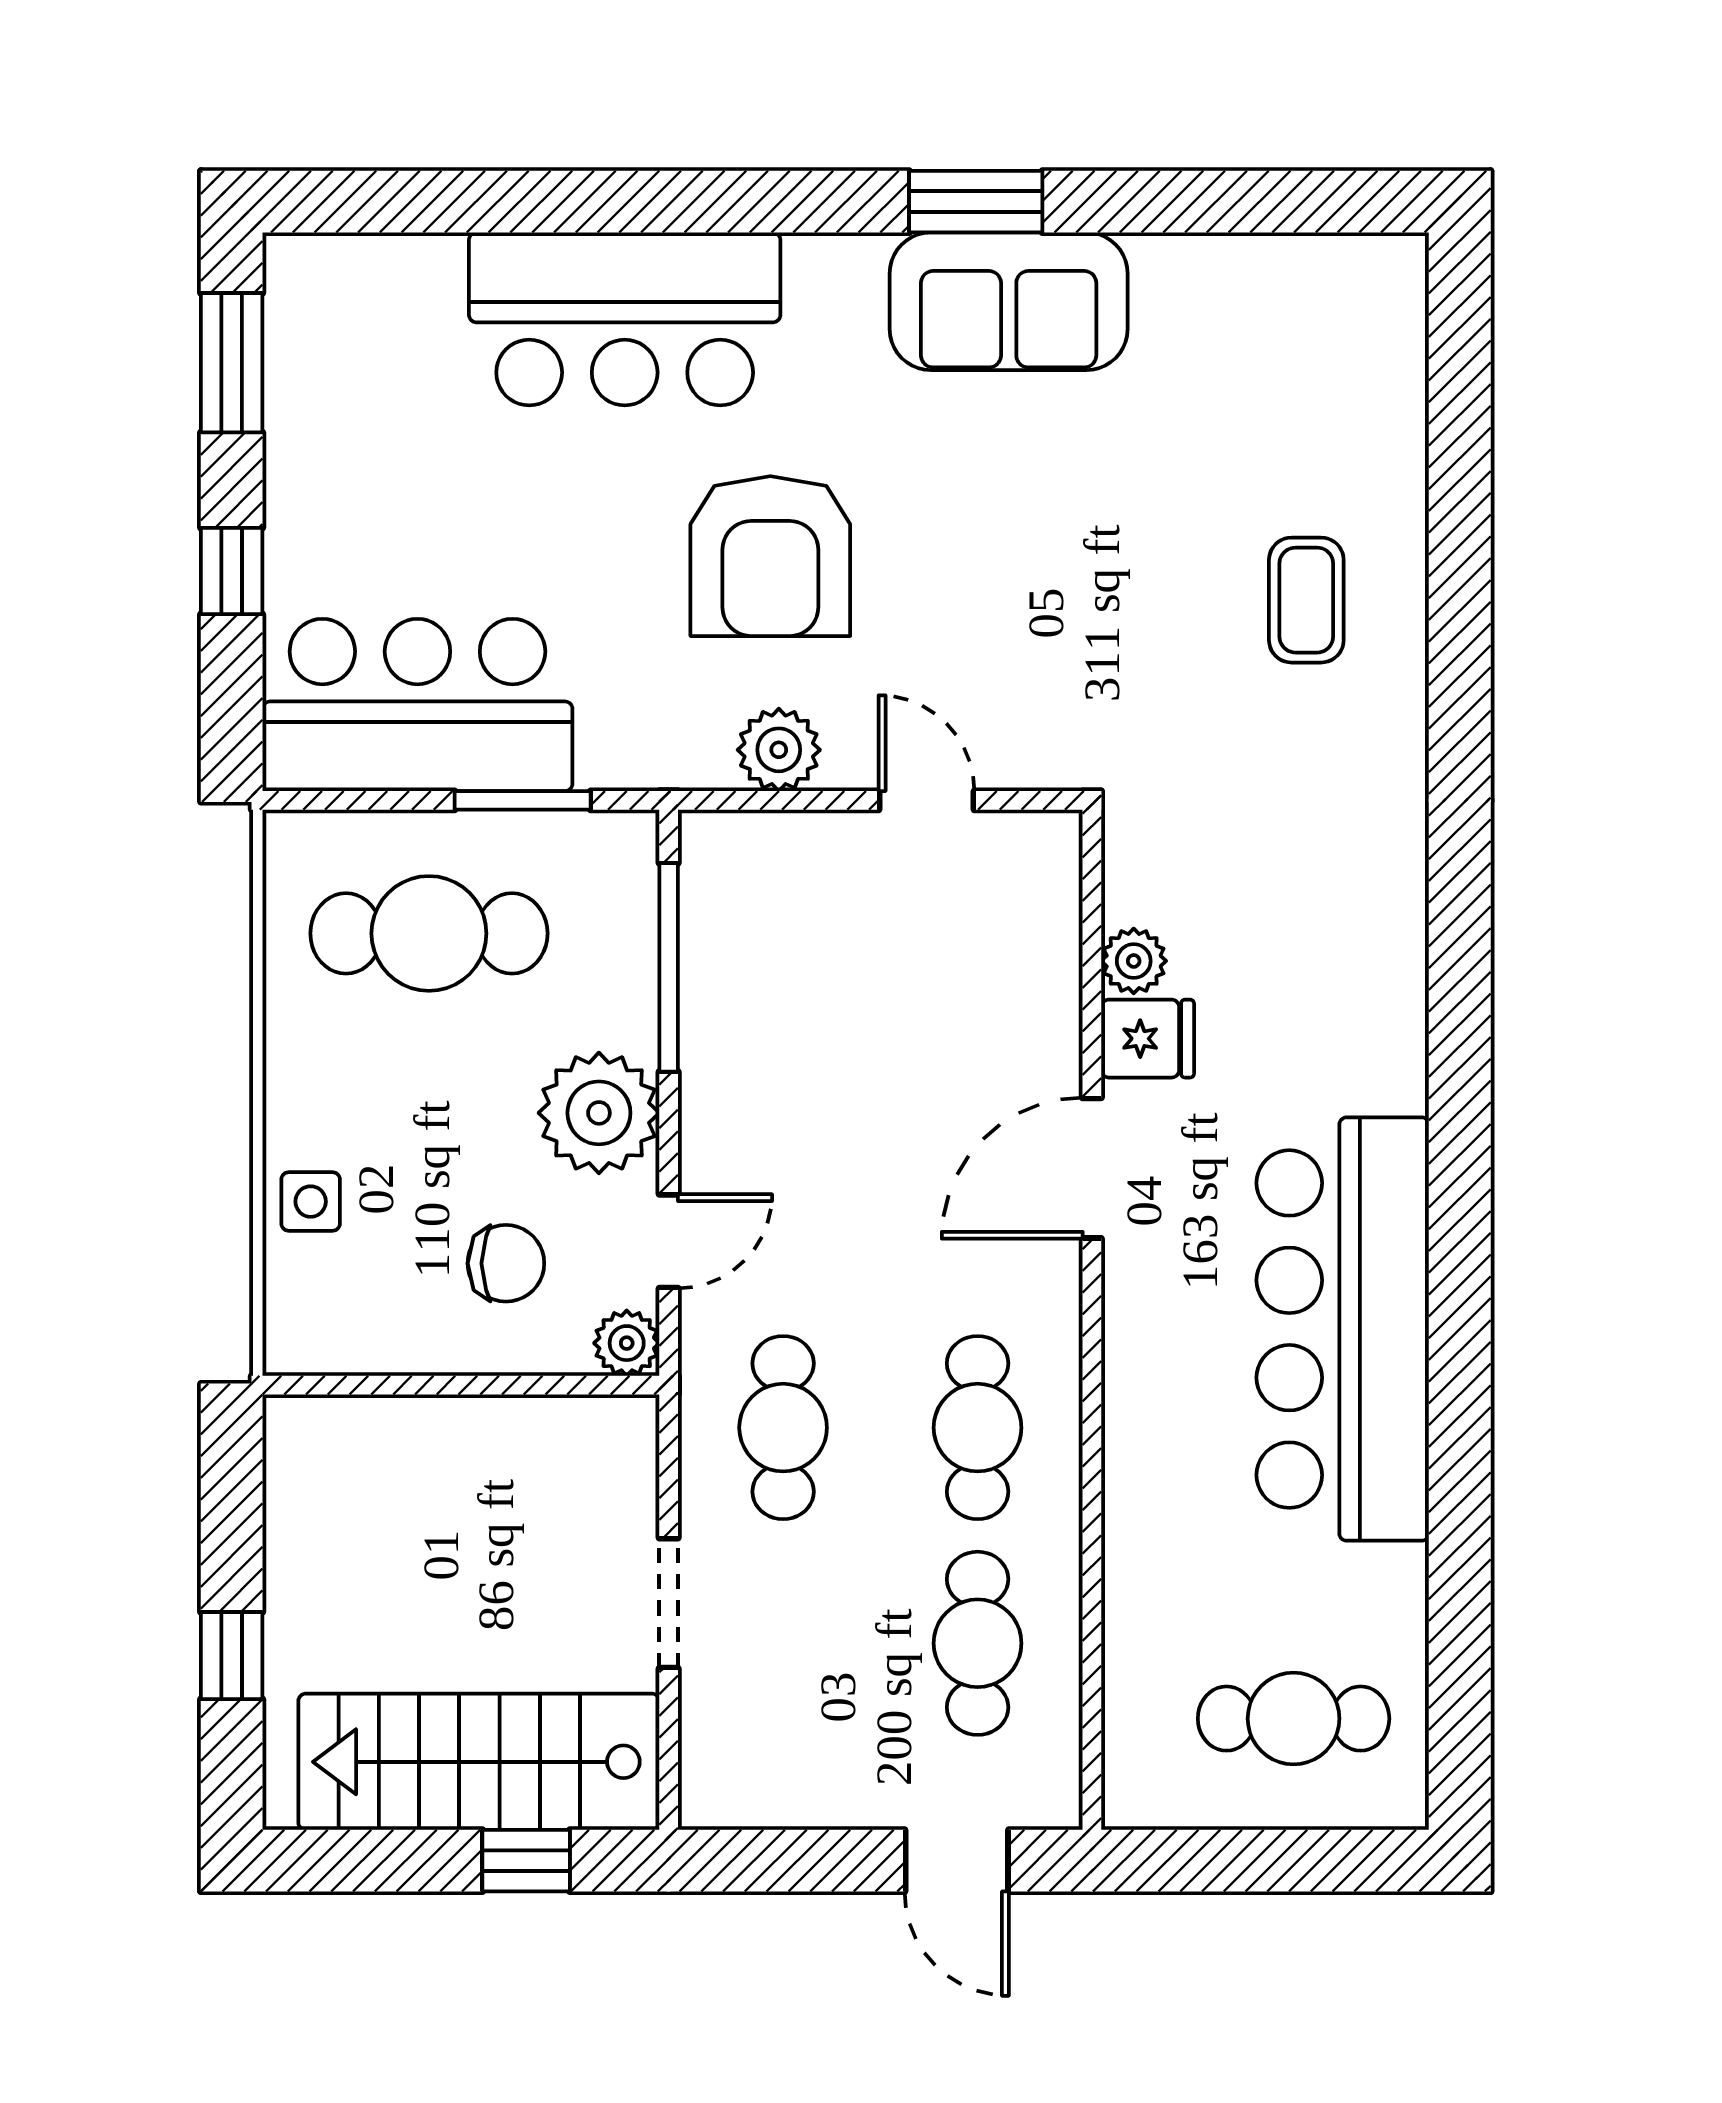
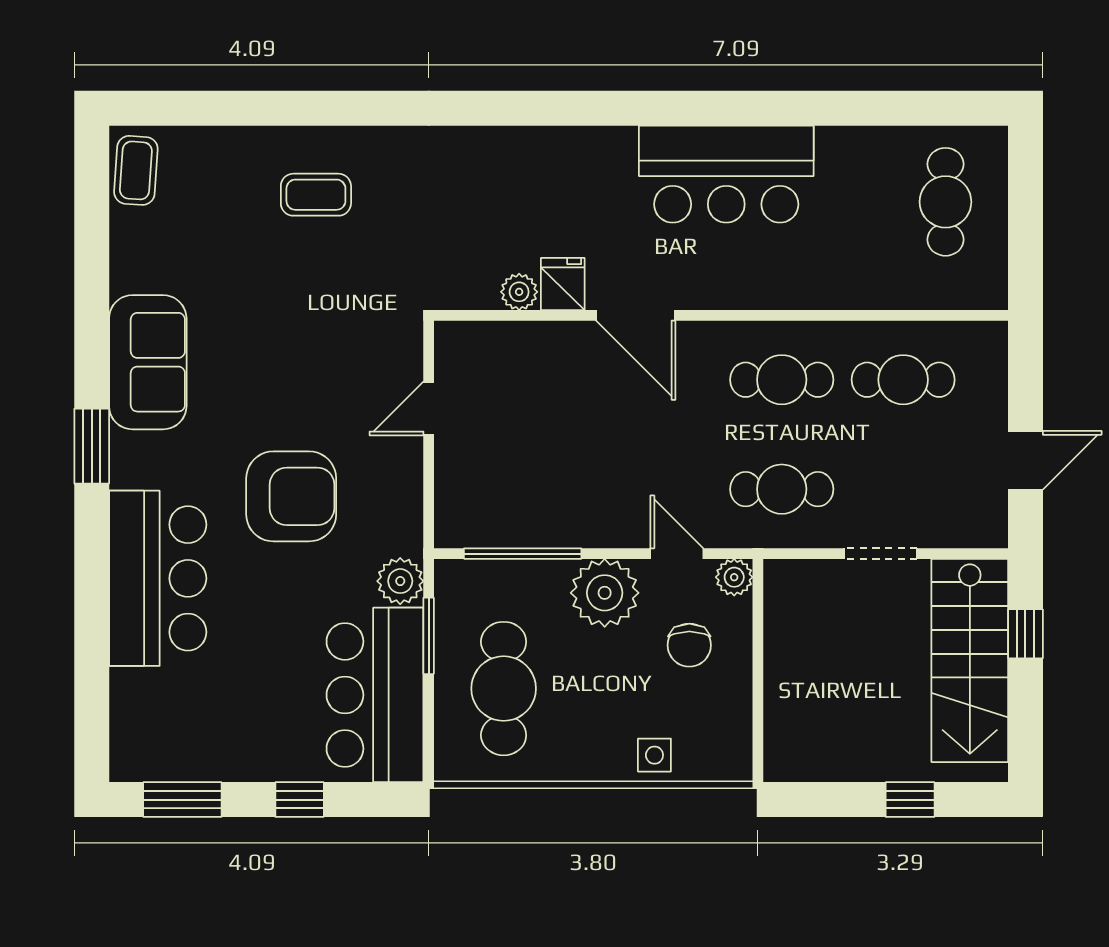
window: (976, 202) -> (92, 446), moved
coffee table: (1349, 280) -> (136, 170), added
plant: (779, 750) -> (400, 581), moved
chair: (506, 1263) -> (689, 645), turned 180
bar counter: (1343, 1329) -> (726, 174), width x0.73
door: (957, 1861) -> (1025, 460), moved

